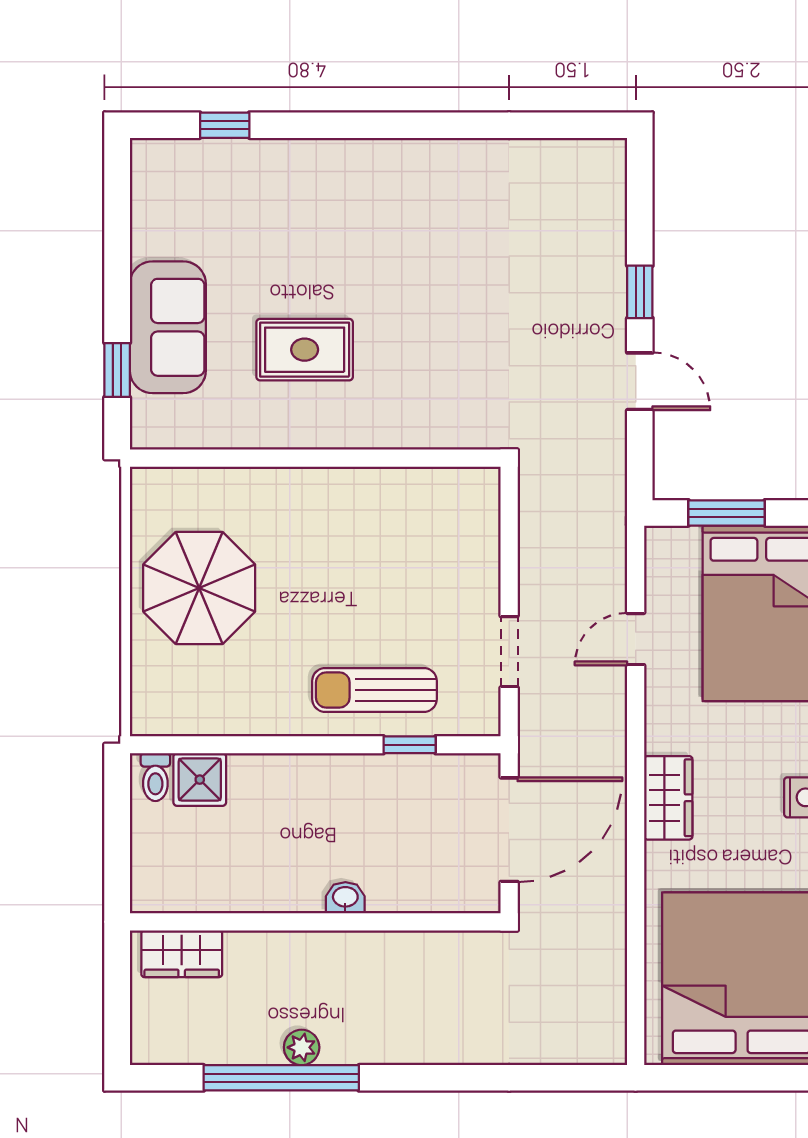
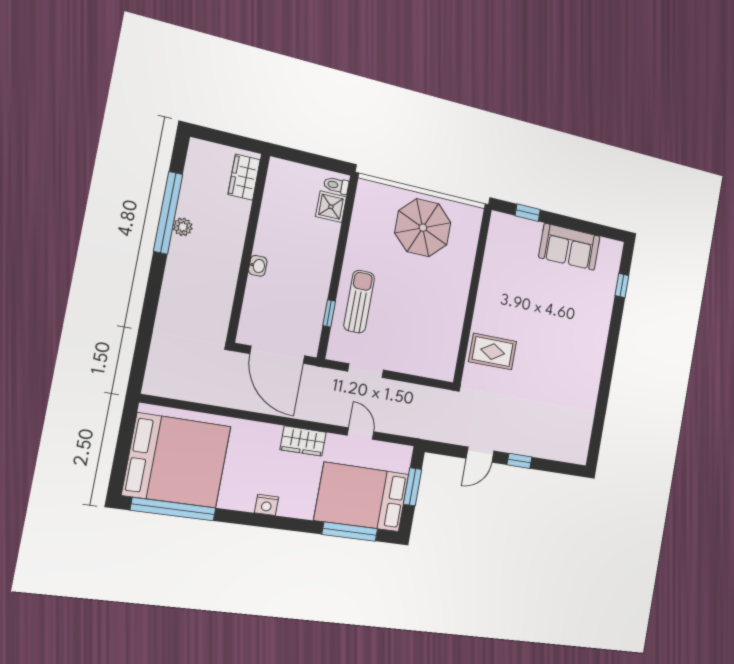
sofa: (168, 327) -> (569, 247), moved
rug: (305, 350) -> (493, 352), moved, turned 90
wardrobe: (668, 798) -> (303, 441), moved

